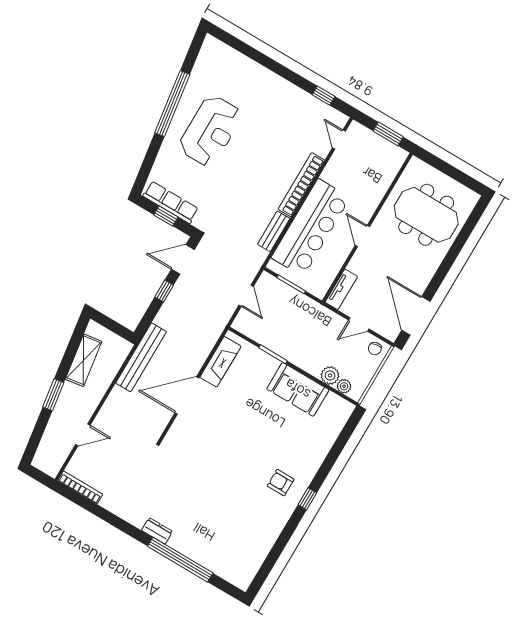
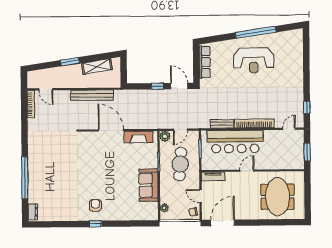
window: (166, 216) -> (196, 64), removed
cafe table: (295, 326) -> (180, 164), added
bench: (141, 357) -> (92, 95), moved
plant: (330, 376) -> (165, 136), moved
door: (83, 435) -> (46, 89), moved
dresser: (157, 531) -> (33, 212), moved

